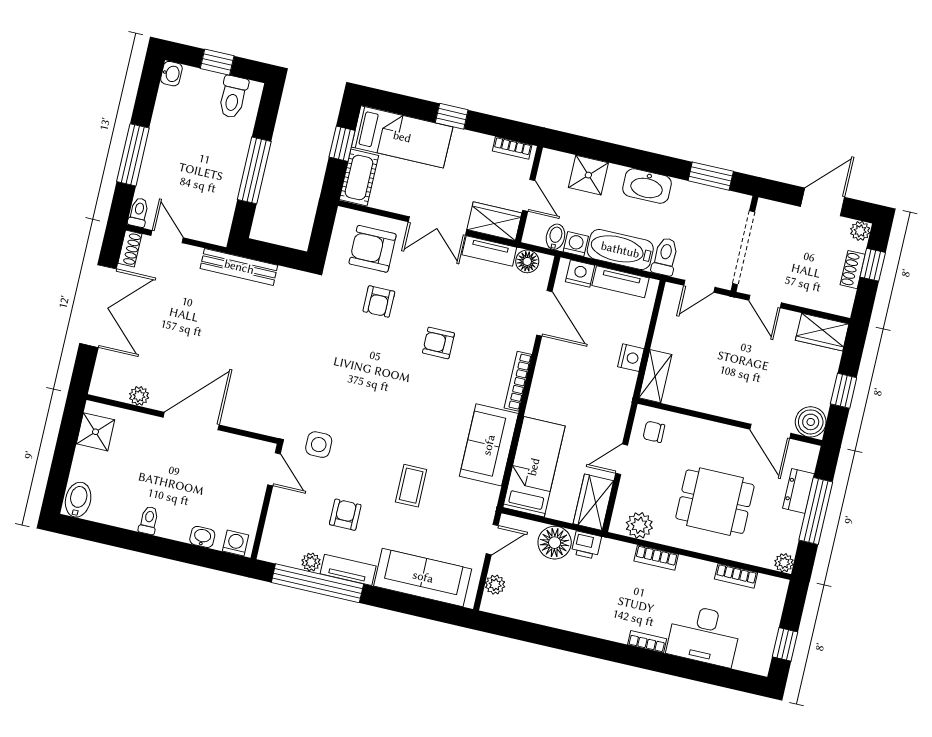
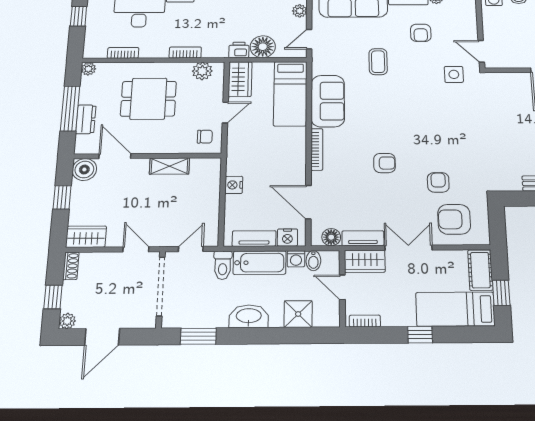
armchair: (373, 249) -> (454, 219), turned 180
shoe rack: (853, 270) -> (71, 266), moved
shelving: (655, 376) -> (169, 166), moved, turned 90

